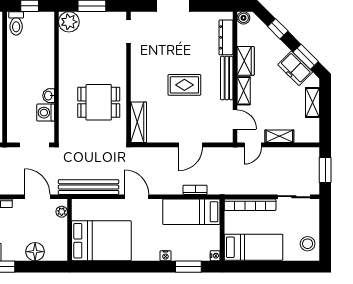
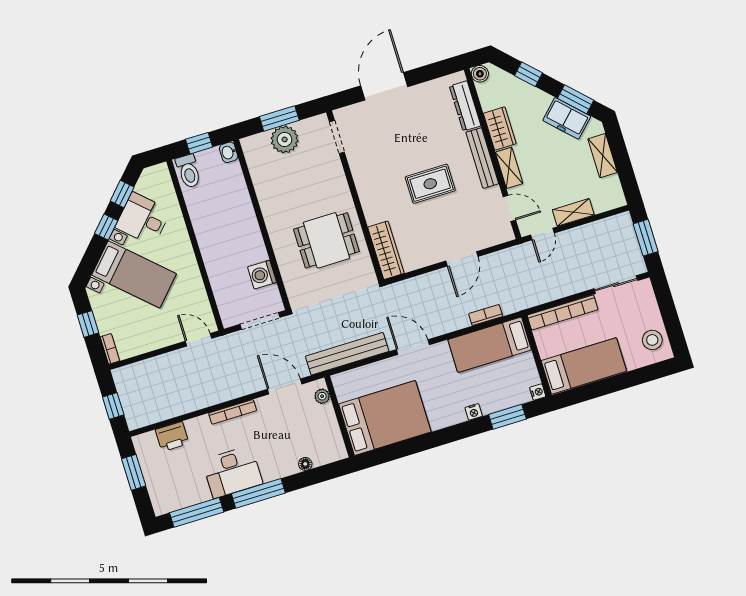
plant: (69, 22) -> (285, 139), moved
washbasin: (49, 96) -> (229, 152), moved
floor lamp: (35, 252) -> (305, 464), width x0.53, depth x0.53

